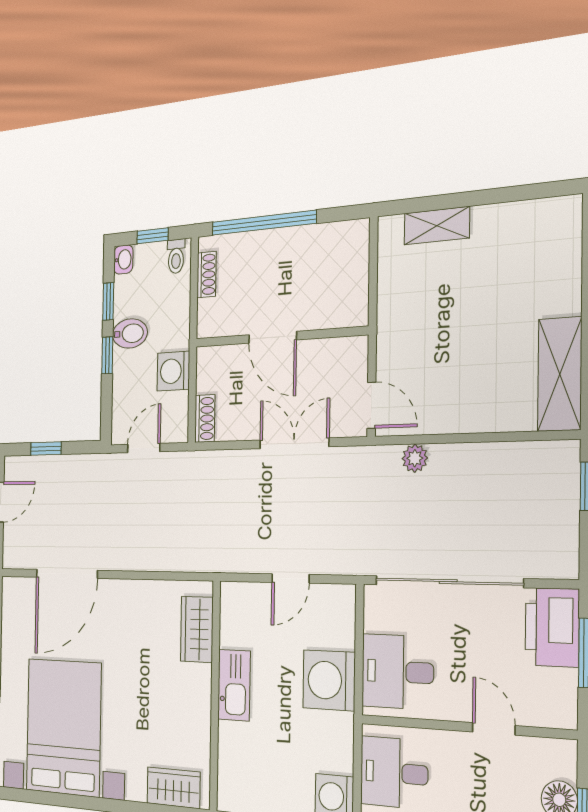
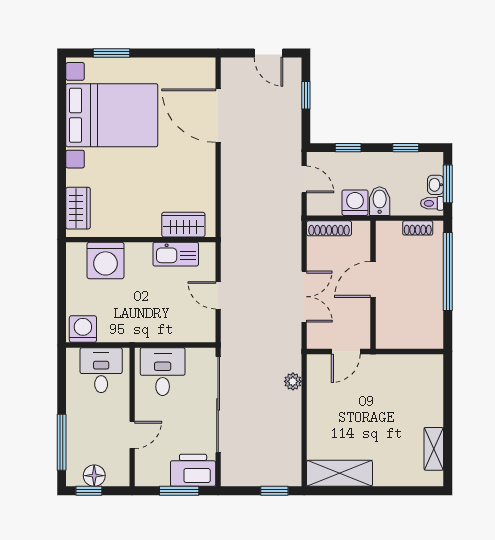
shelving: (437, 226) -> (434, 449), moved
window: (153, 236) -> (448, 184), width x1.50
washbasin: (123, 260) -> (436, 185), moved, turned 90
bidet: (130, 333) -> (380, 201), moved, turned 180
window: (107, 355) -> (348, 148), moved
door: (371, 405) -> (346, 351), moved
shoe rack: (205, 419) -> (329, 228), width x1.43
washing machine: (329, 680) -> (106, 261), moved, turned 180
kitchen sink: (234, 685) -> (176, 254), moved

